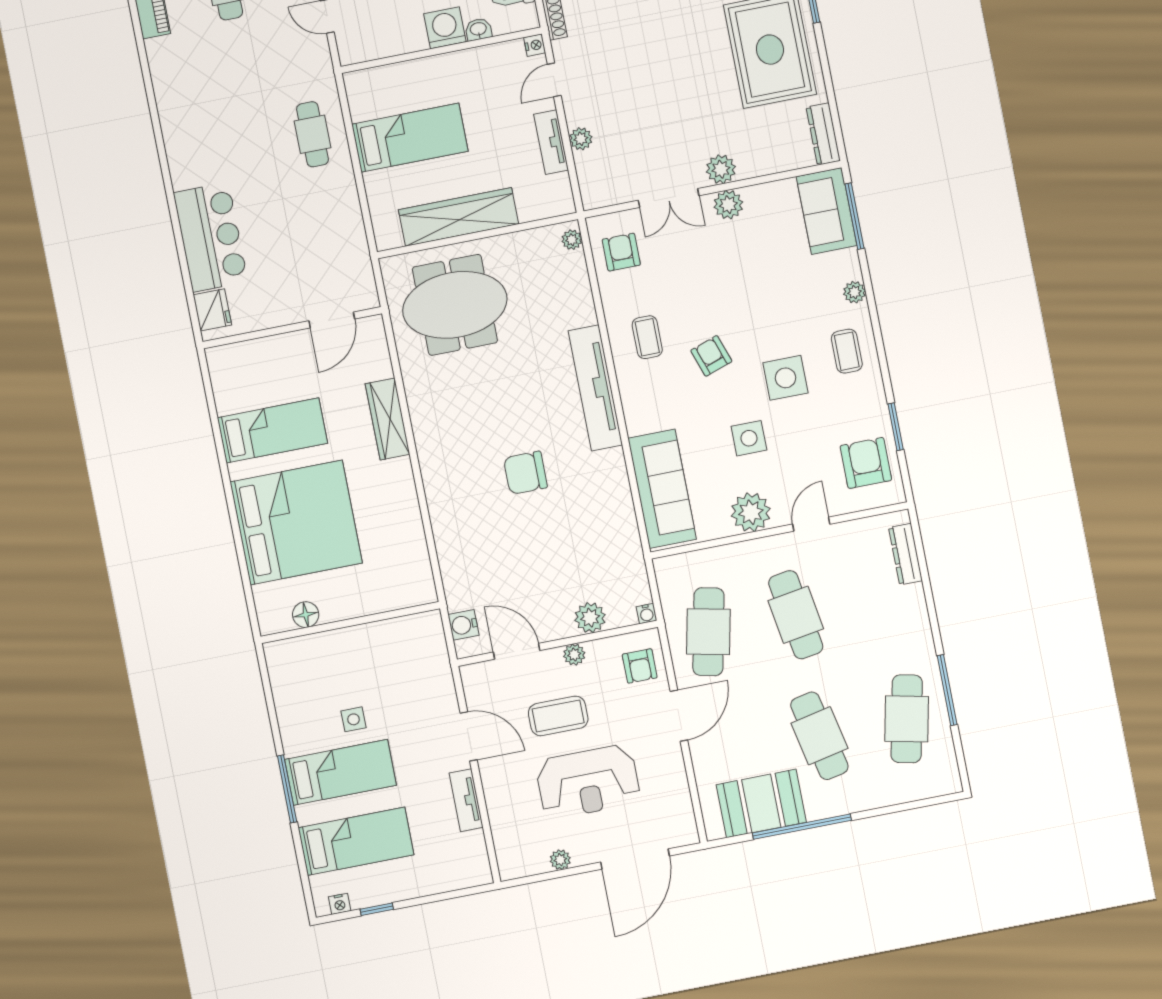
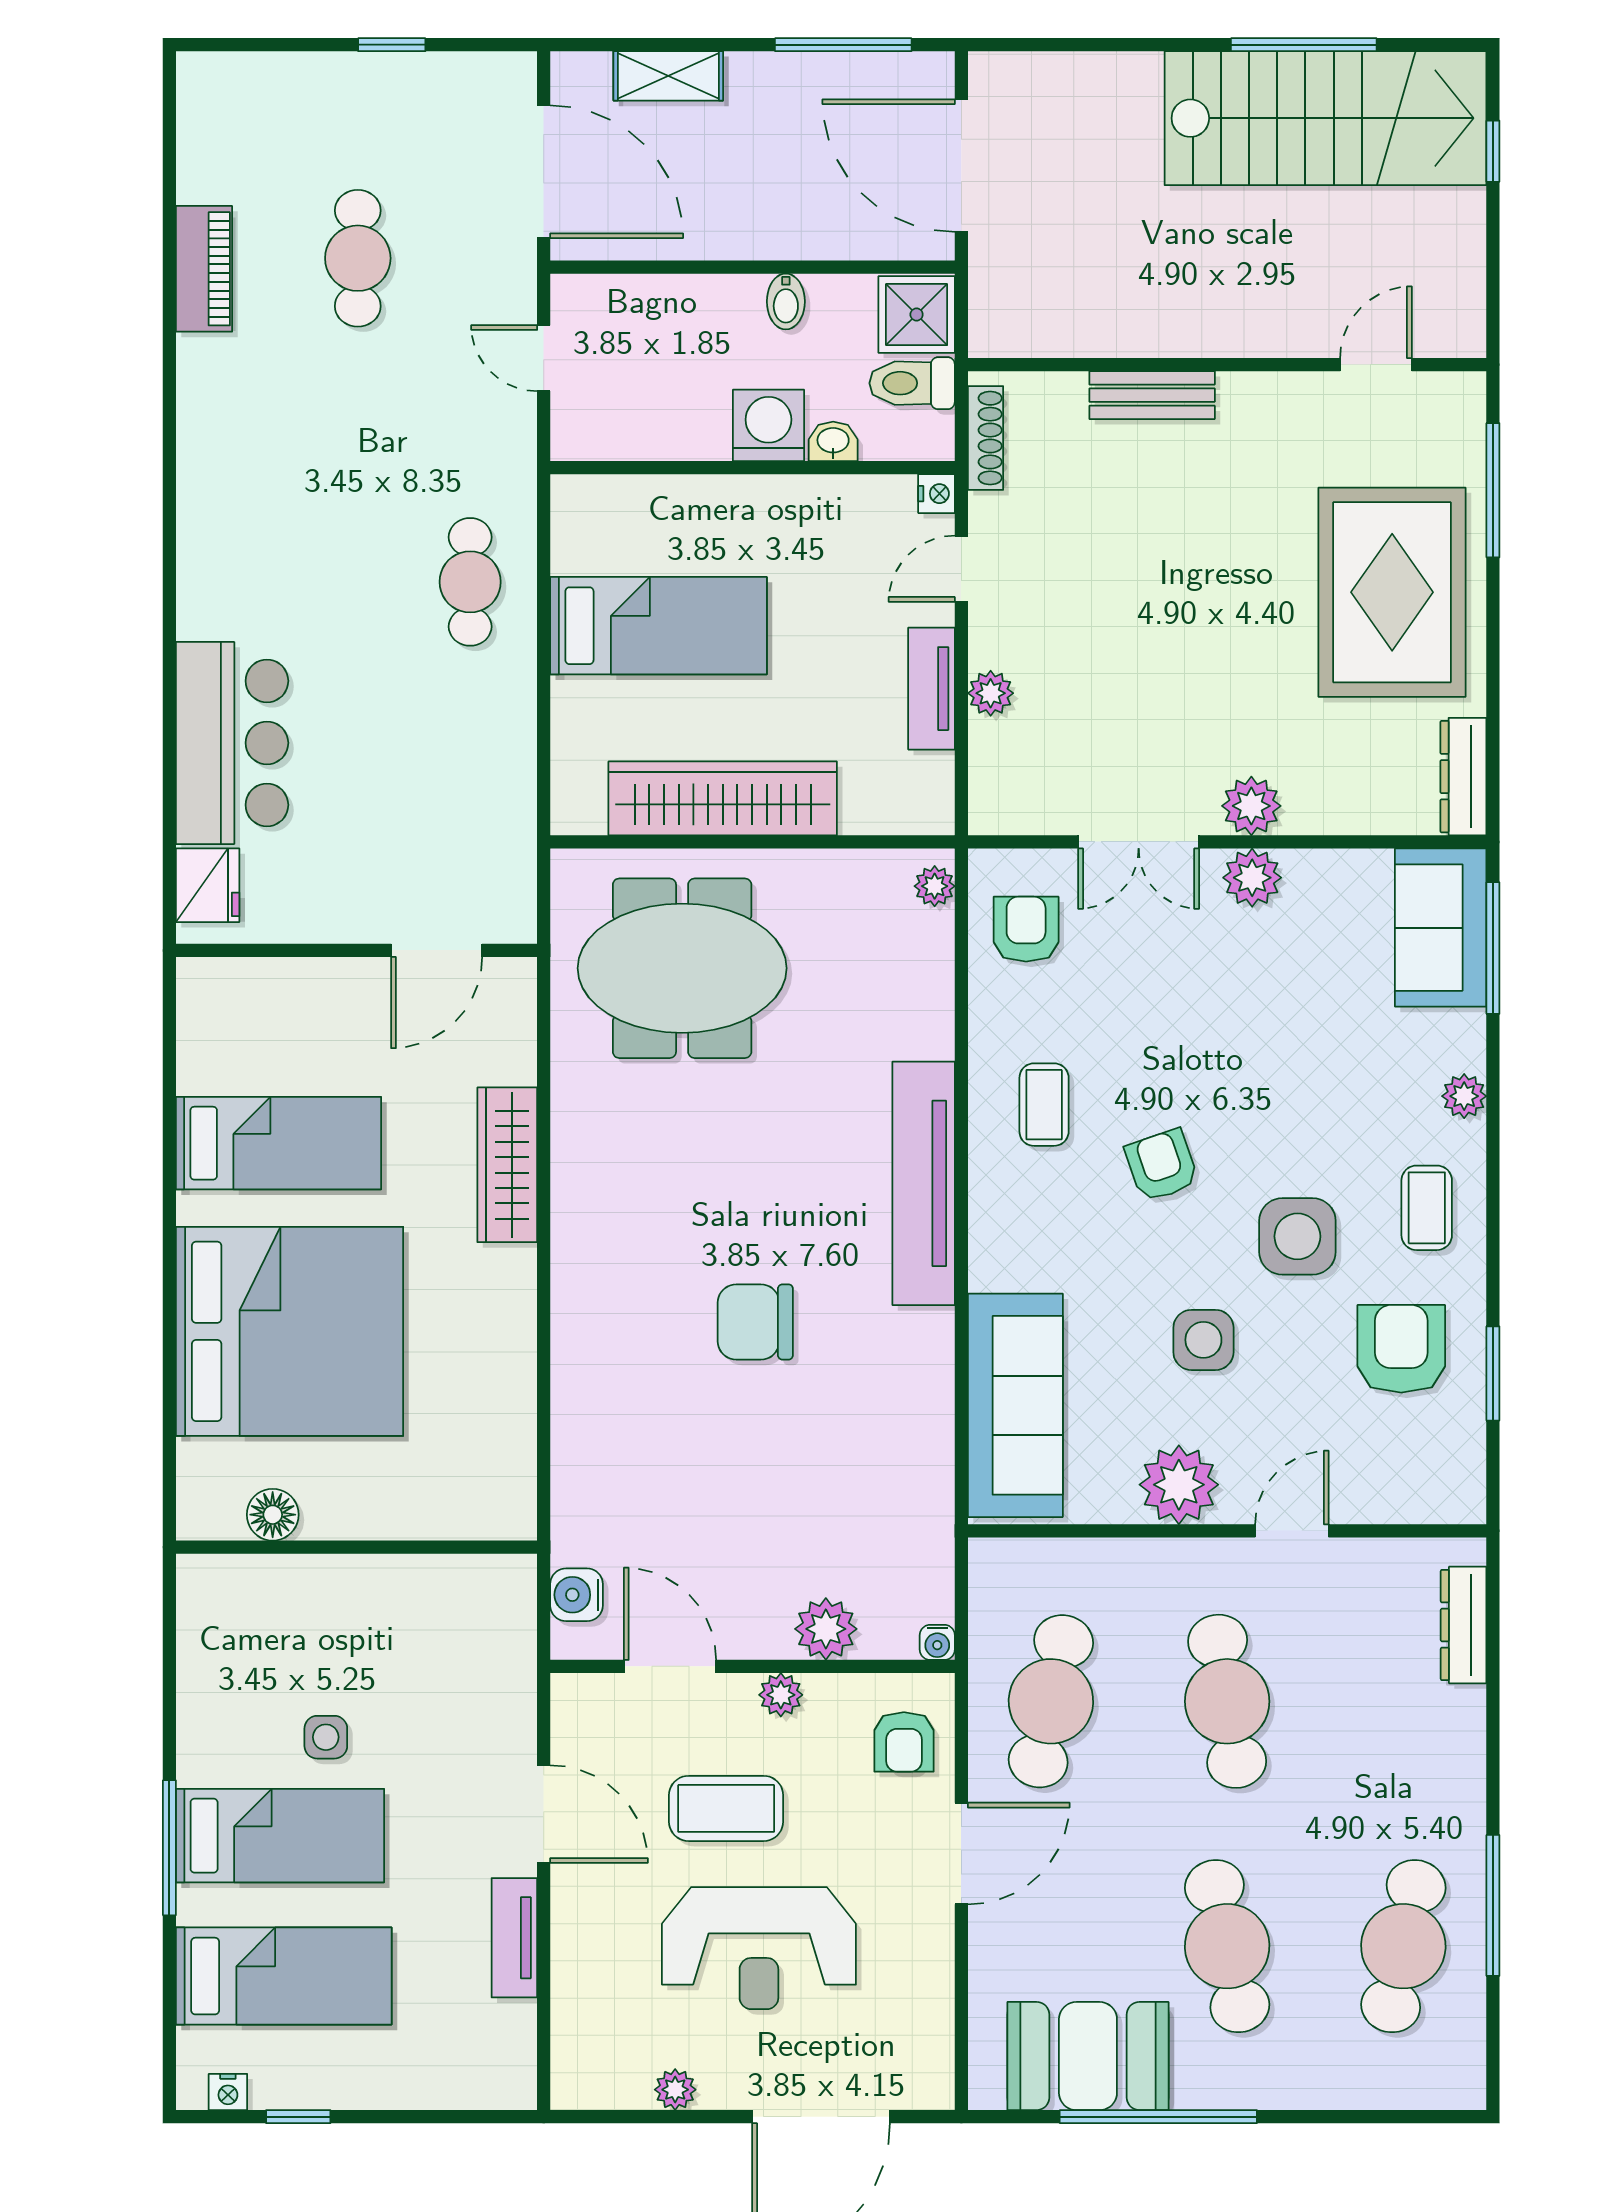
armchair: (866, 463) -> (1401, 1349), moved

